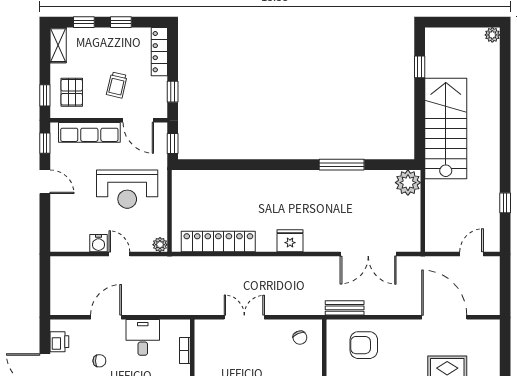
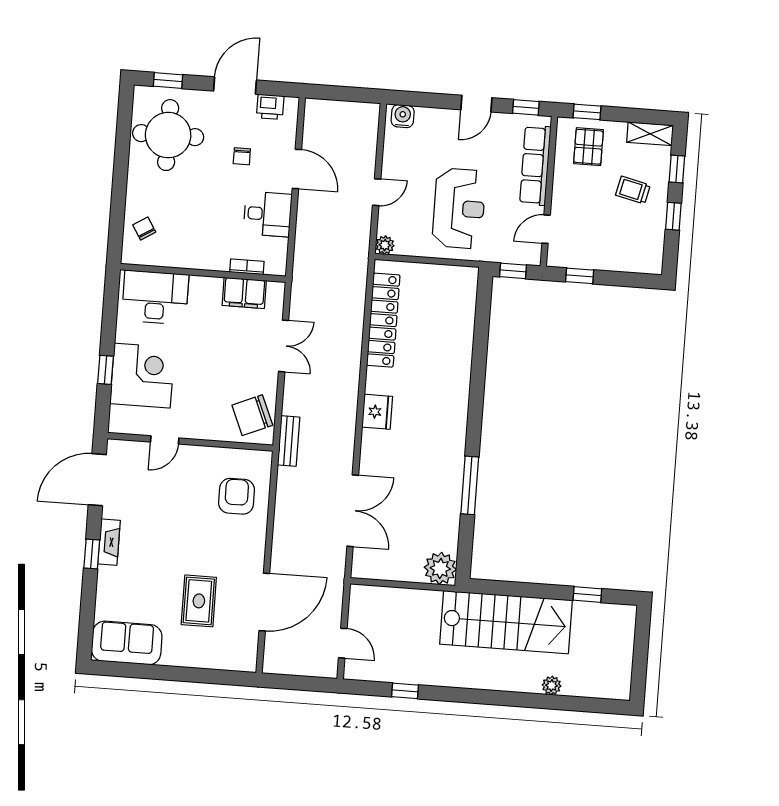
plant: (492, 35) -> (552, 686), moved
locker: (159, 52) -> (632, 263), removed
trolley: (117, 85) -> (633, 190), moved
pallet: (72, 92) -> (588, 147), turned 90
door: (138, 120) -> (546, 229), width x0.73
reception desk: (127, 189) -> (459, 208), turned 180
water cooler: (99, 243) -> (403, 116), moved, turned 90
double door: (368, 254) -> (353, 511), swing flipped
bench: (345, 308) -> (289, 441), moved
chair: (300, 338) -> (252, 415), width x1.87, depth x1.87
filing cabinet: (205, 351) -> (244, 293), added

